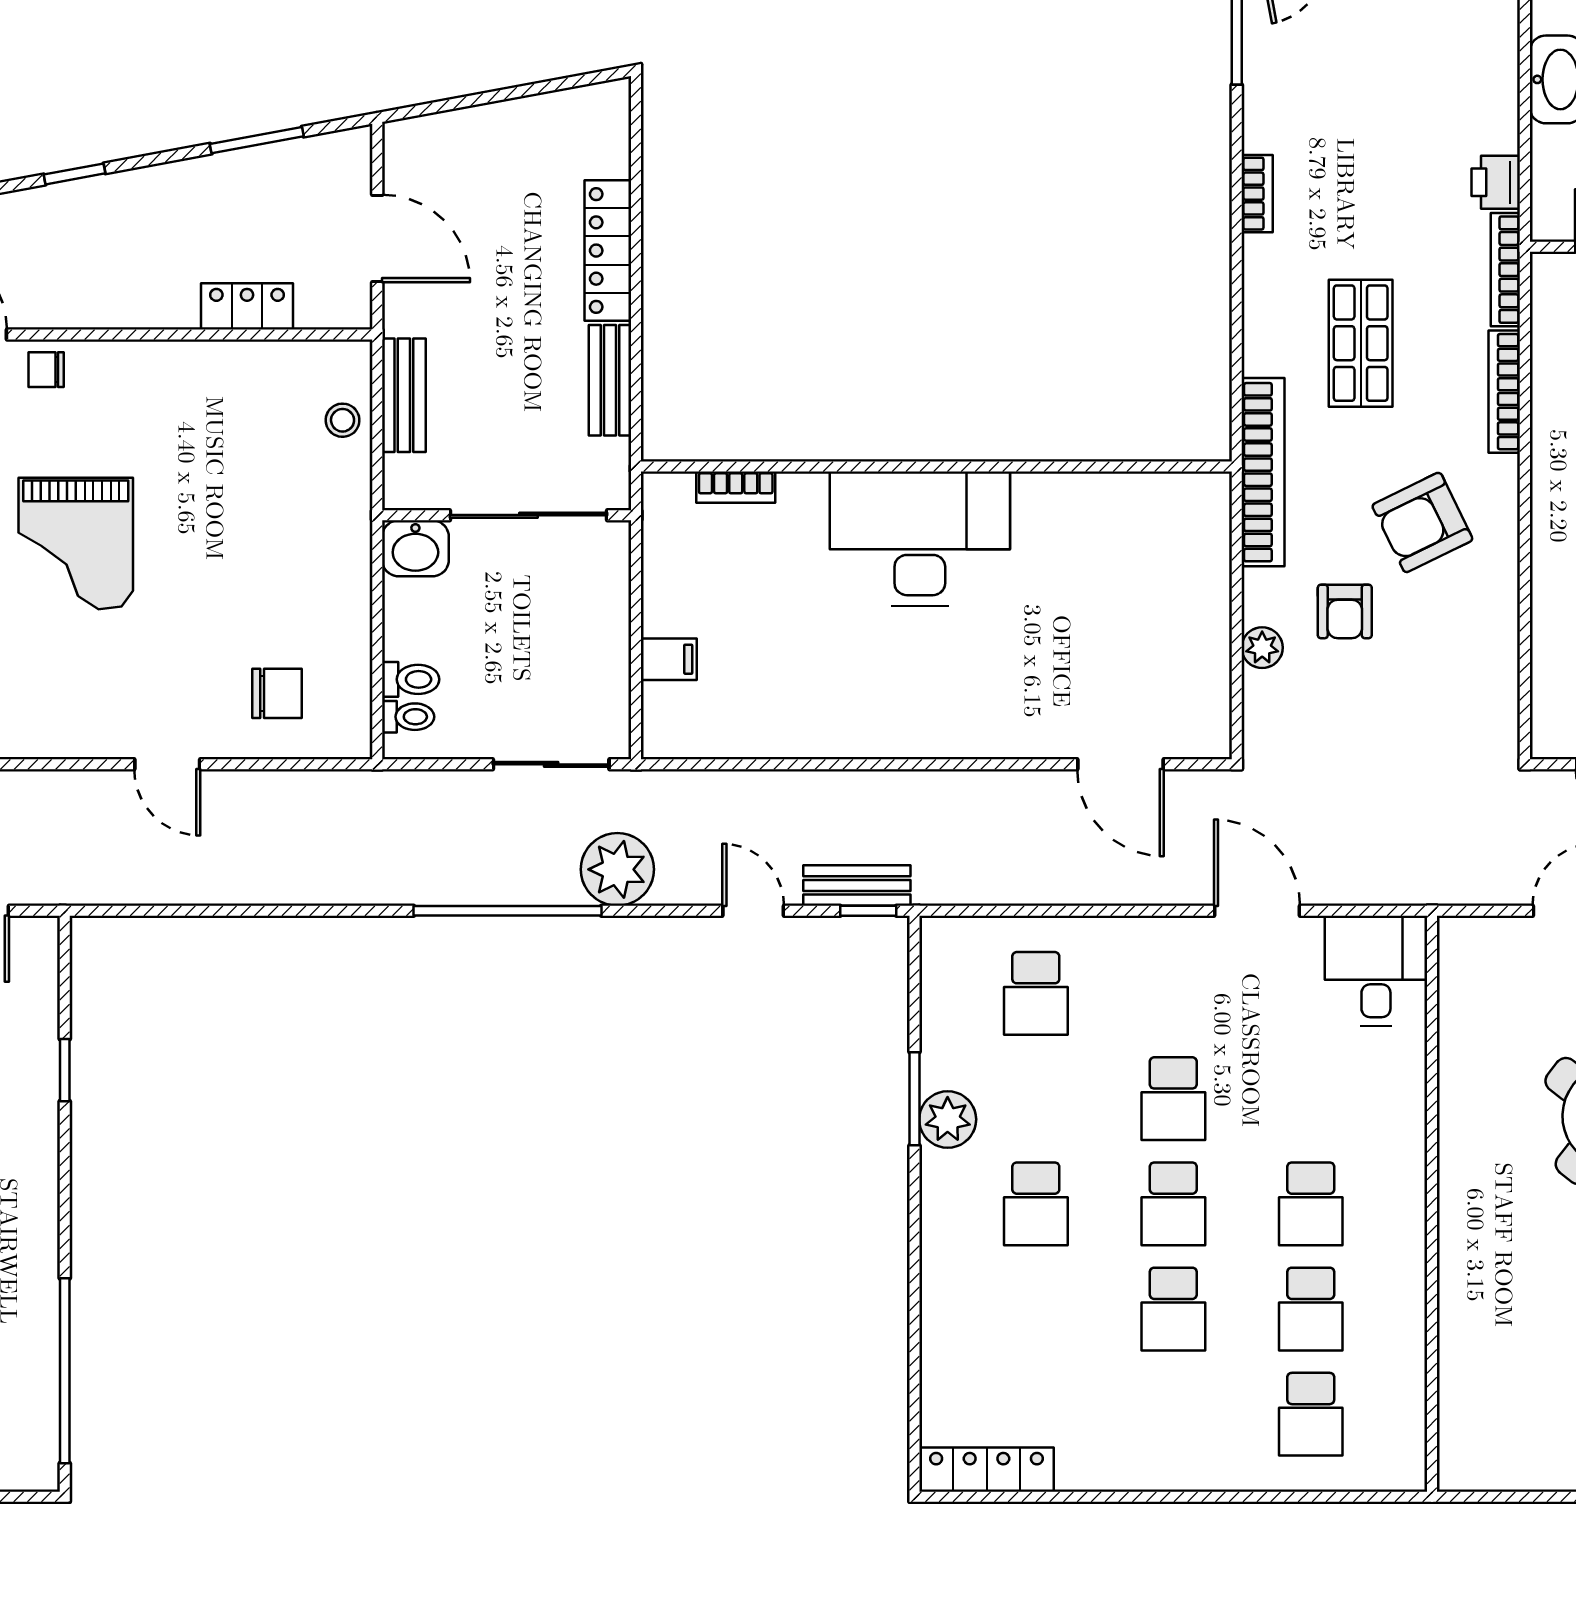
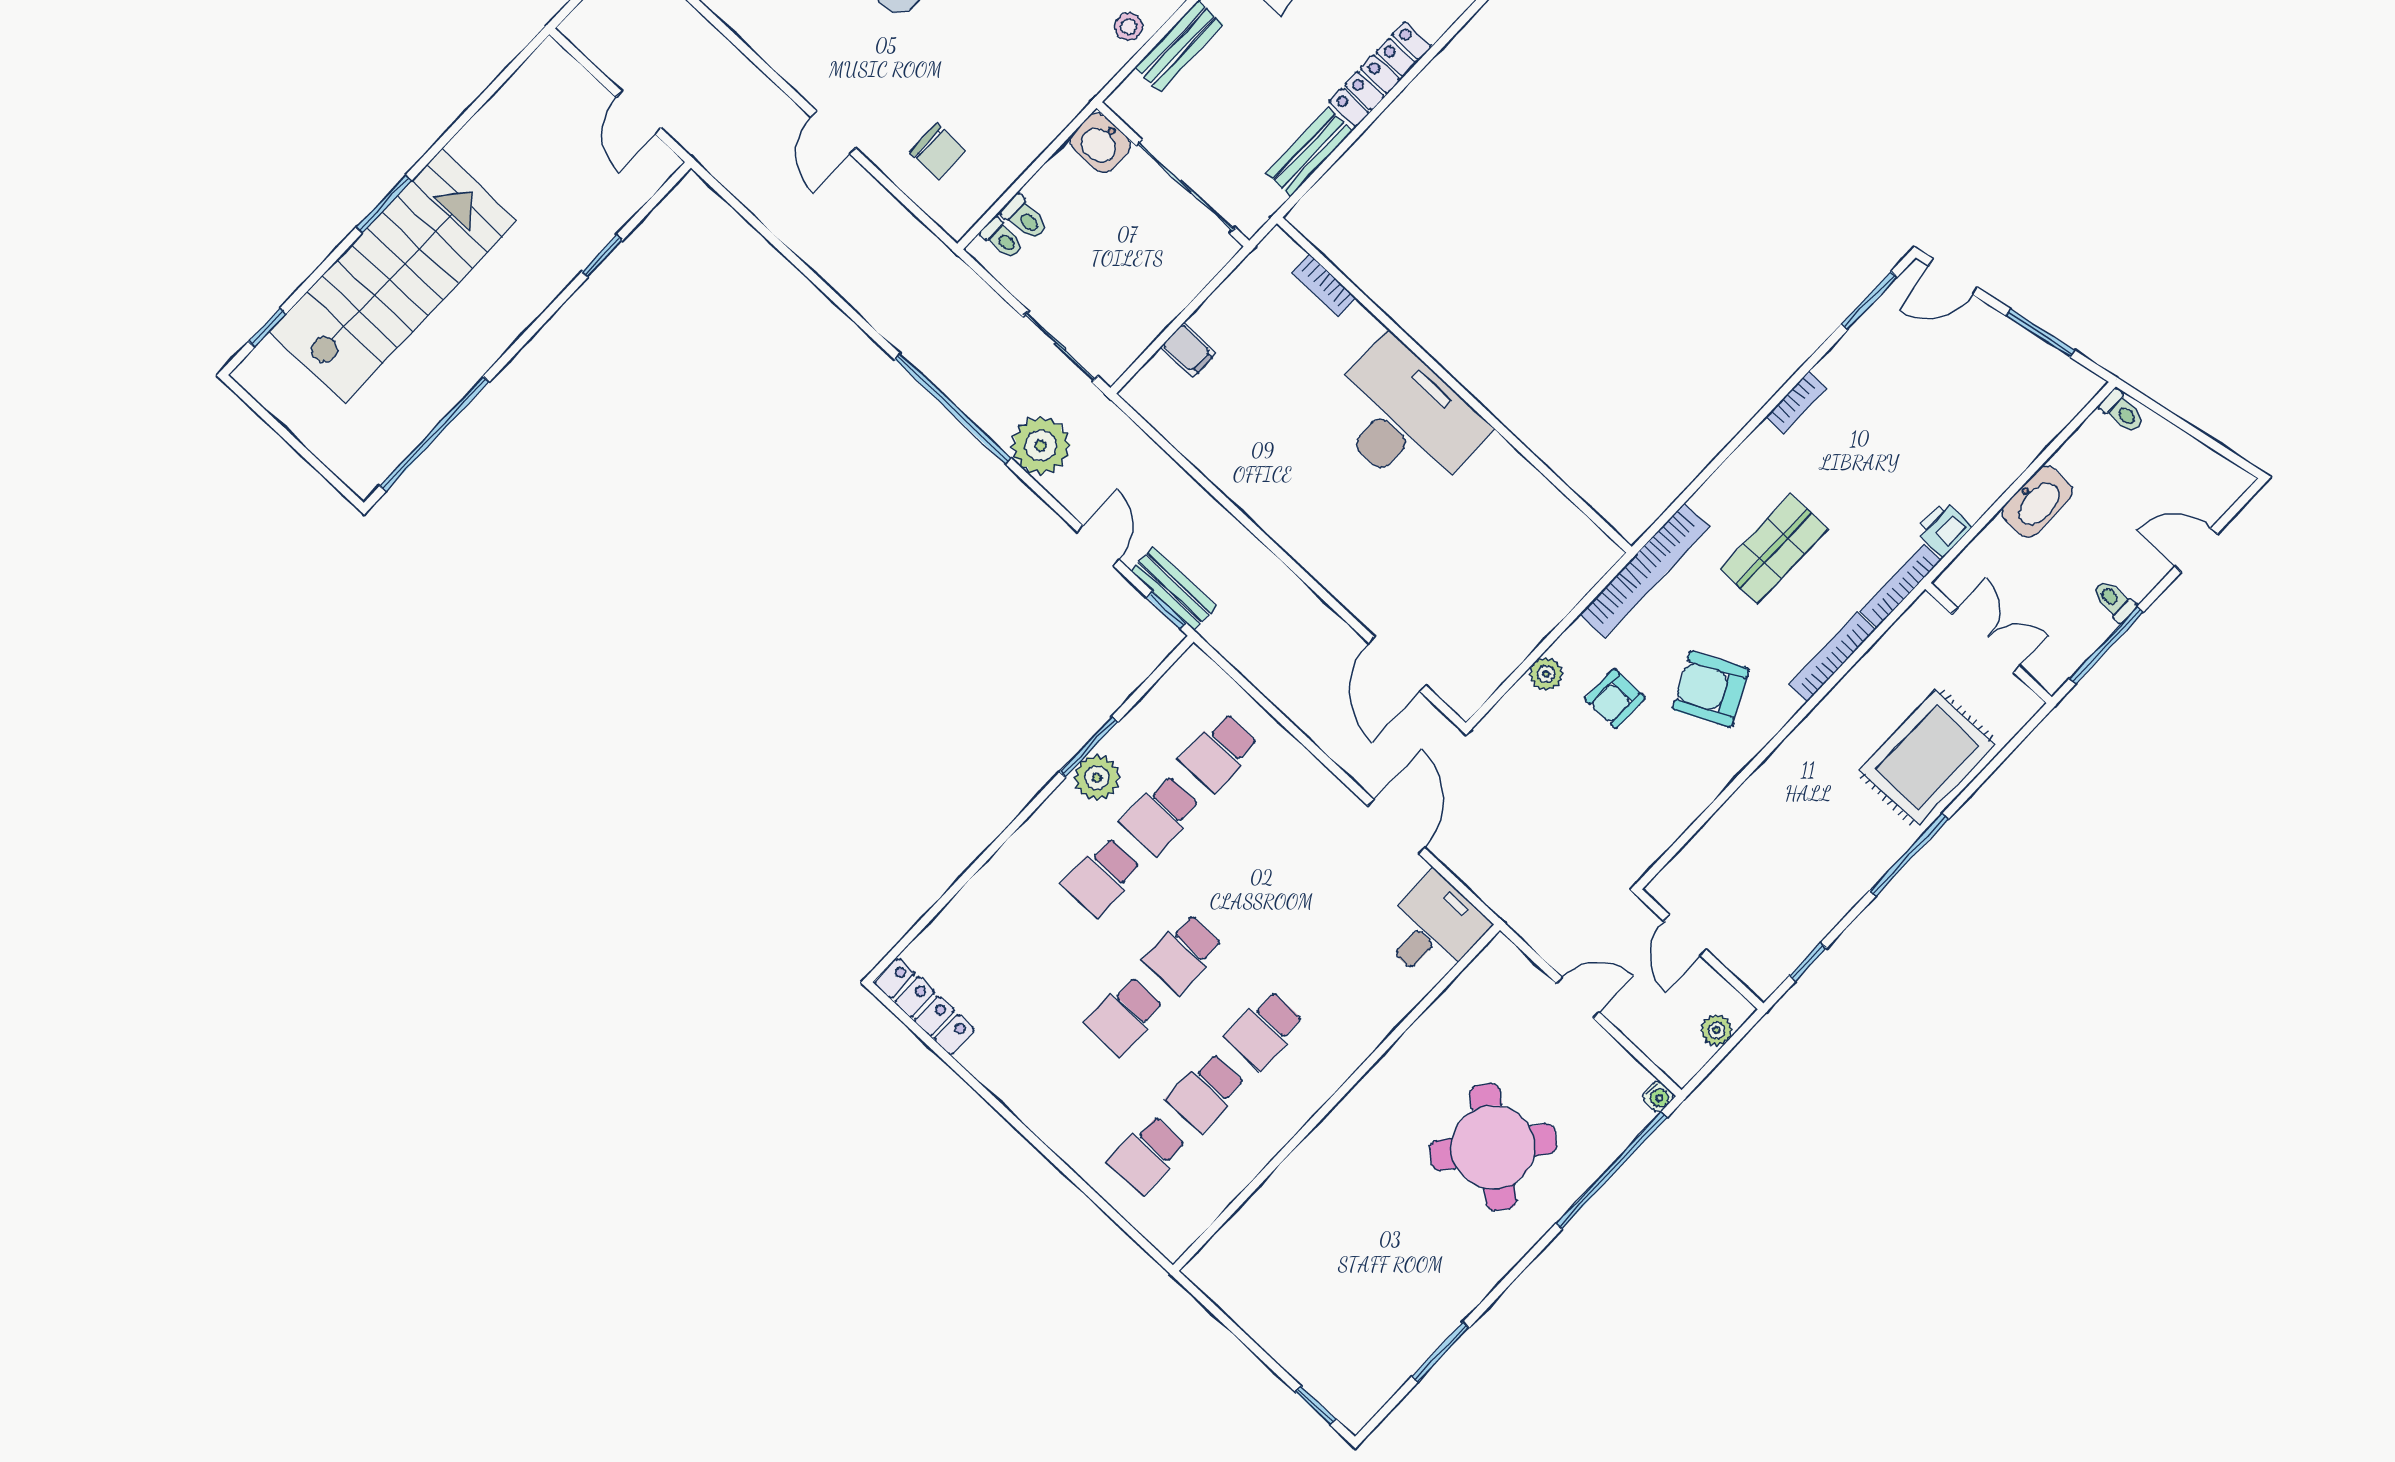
school desk: (1173, 1099) -> (1161, 814), moved

